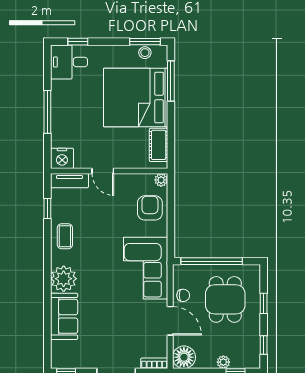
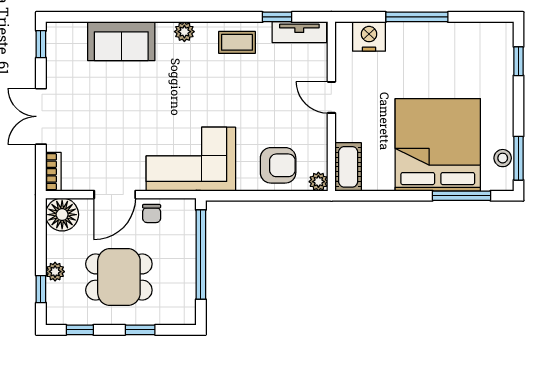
desk: (69, 62) -> (489, 48), removed
cot: (159, 145) -> (348, 167), moved, turned 90
nightstand: (62, 158) -> (369, 36), moved, turned 90
door: (103, 171) -> (331, 97), hinge flipped
tv unit: (69, 181) -> (299, 32), moved, turned -90
plant: (64, 279) -> (184, 32), width x0.53, depth x0.53
dining table: (225, 299) -> (119, 277), moved

